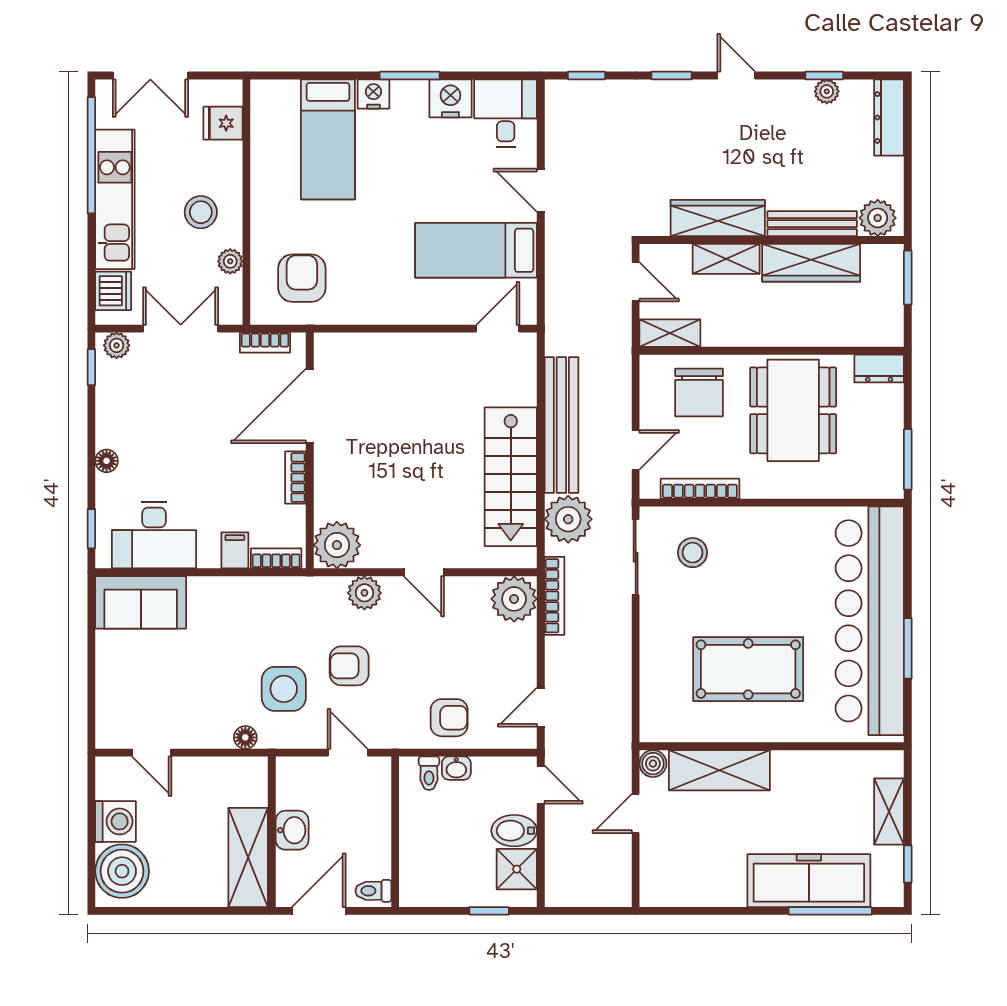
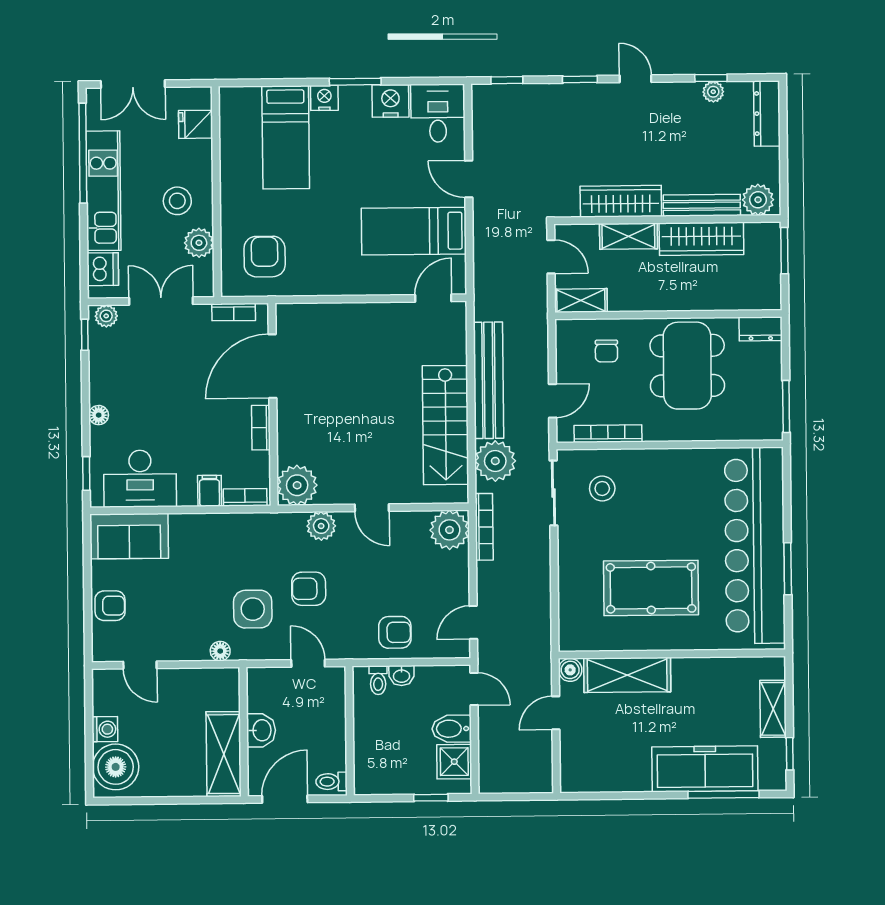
plant: (230, 261) -> (199, 243), width x1.38, depth x1.38
chair: (699, 392) -> (606, 351), width x0.54, depth x0.54
armchair: (117, 683) -> (110, 606), added
washing machine: (116, 821) -> (105, 729), width x0.73, depth x0.73

